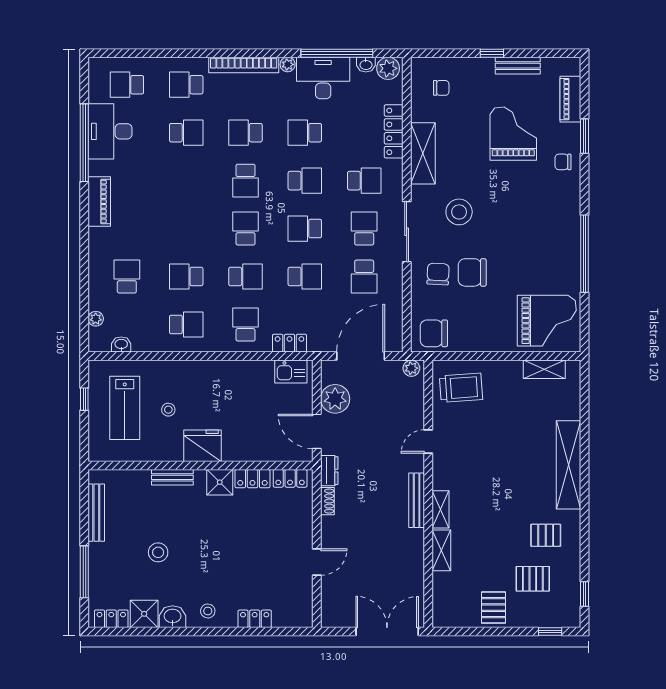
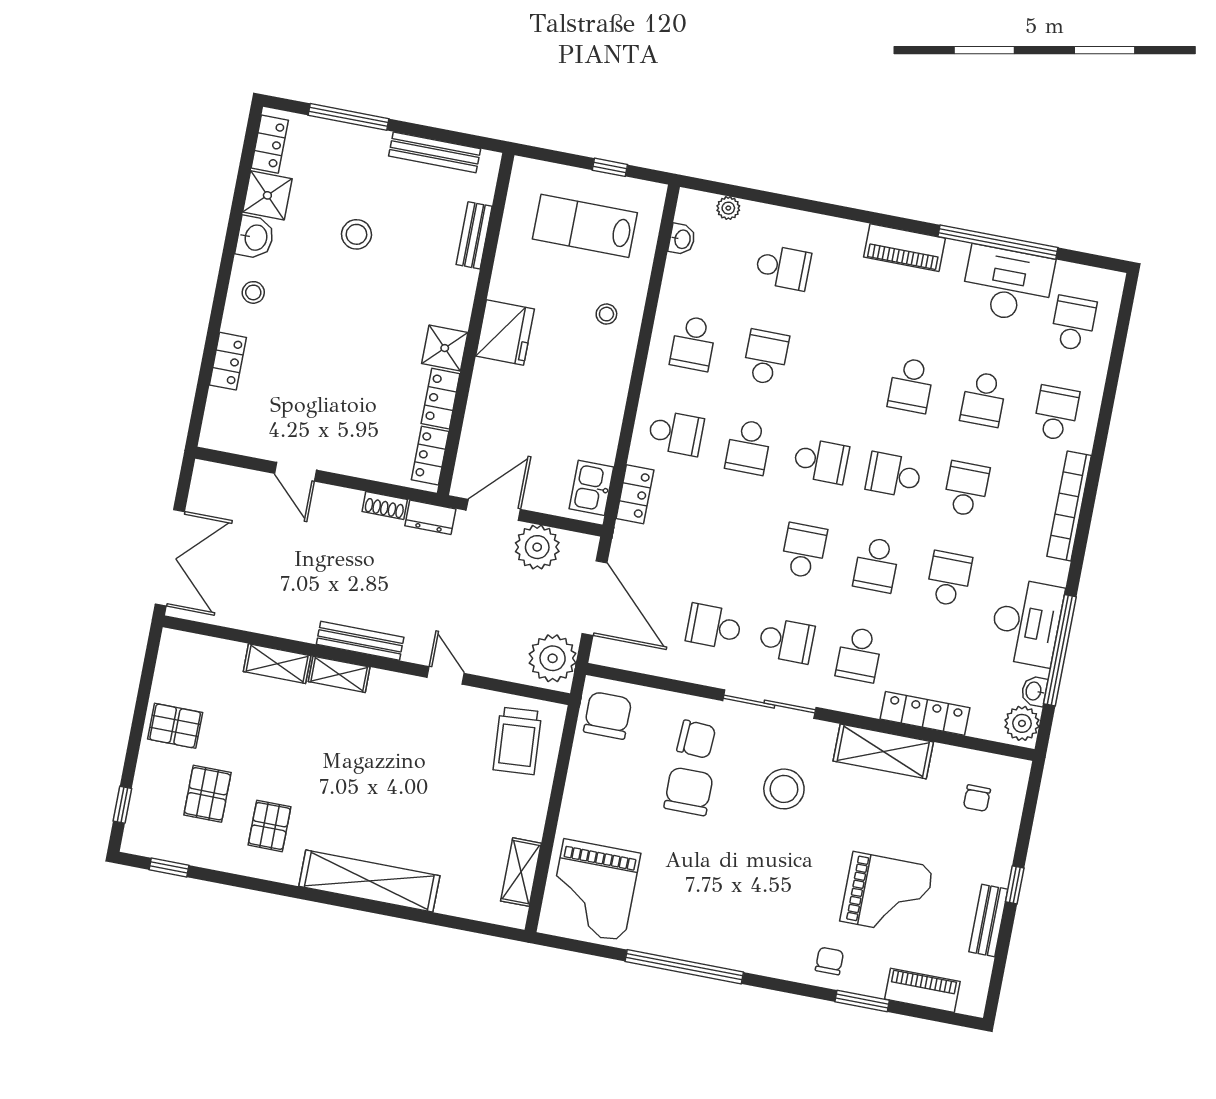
plant: (288, 64) -> (1057, 572), removed
school desk: (305, 277) -> (911, 385), moved
plant: (411, 368) -> (553, 658), width x1.88, depth x1.88
stool: (168, 410) -> (606, 314), moved
bench: (172, 477) -> (474, 235), moved

